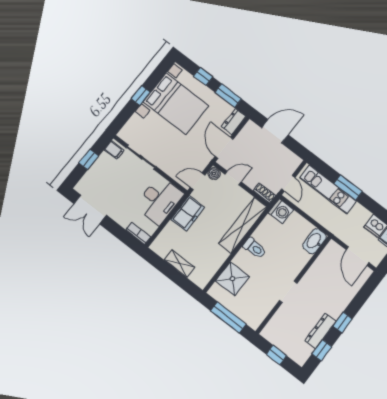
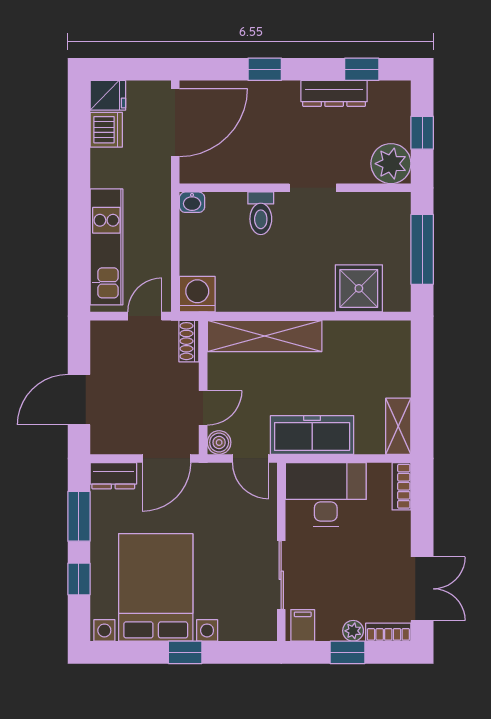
door: (275, 131) -> (79, 400), hinge flipped
plant: (96, 168) -> (353, 631), added
door: (233, 178) -> (203, 408), swing flipped
bookcase: (84, 182) -> (388, 632), added
window: (348, 187) -> (79, 218), removed
freezer: (188, 213) -> (312, 435), width x1.40
washbasin: (314, 241) -> (192, 202), width x0.52, depth x0.69
toilet: (255, 248) -> (261, 213), moved, turned 180
door: (358, 256) -> (175, 123), width x1.36
shelving: (180, 264) -> (398, 426), moved
window: (343, 322) -> (265, 69), moved
plant: (274, 332) -> (391, 164), added

